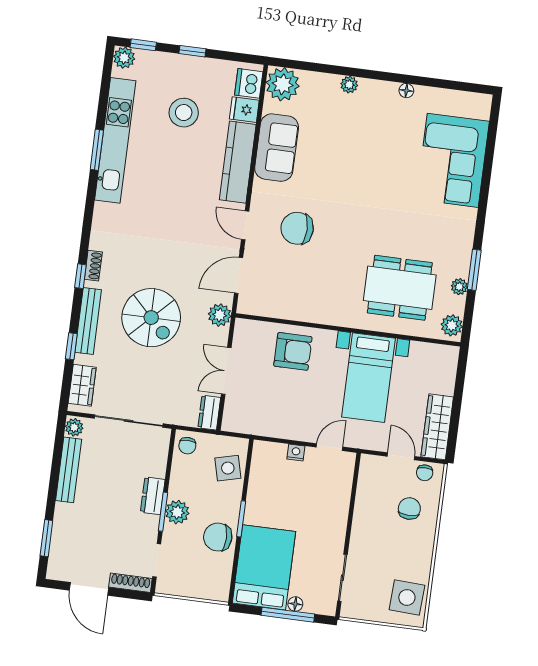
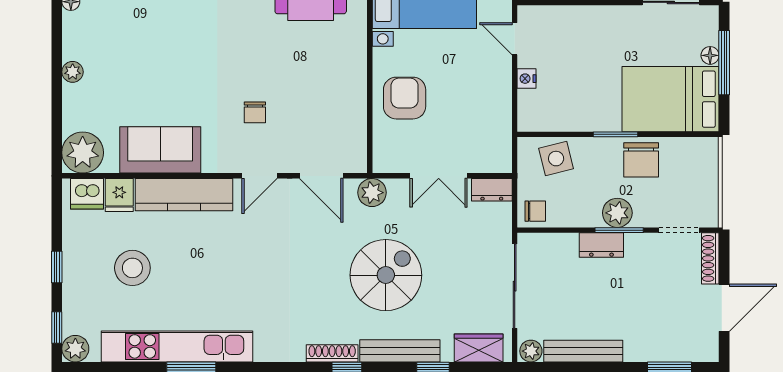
chair: (297, 228) -> (255, 112), width x0.54, depth x0.54
shoe rack: (93, 266) -> (332, 353), width x1.43

